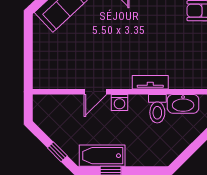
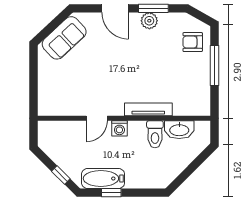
tv unit: (150, 82) -> (148, 109), width x1.41

